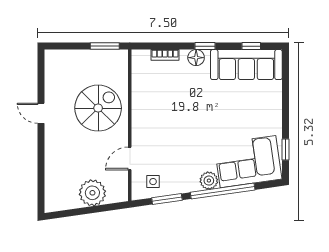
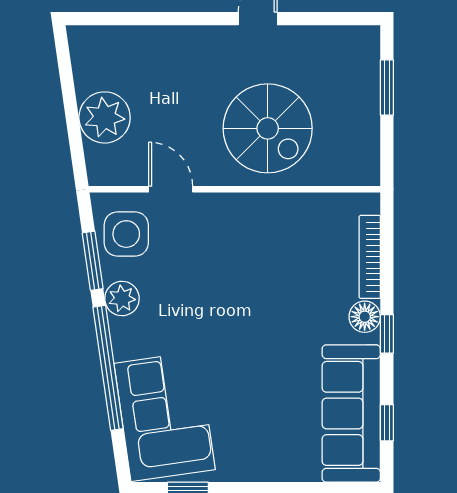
window: (105, 46) -> (387, 88), moved
bookcase: (165, 55) -> (370, 257), width x1.56
plant: (209, 181) -> (122, 299), moved
side table: (153, 182) -> (126, 234), width x1.87, depth x1.87

